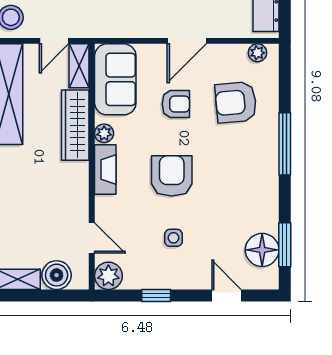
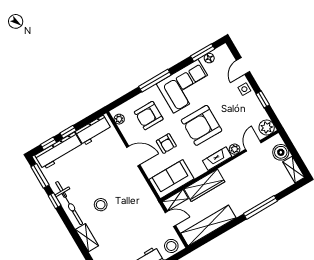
armchair: (236, 102) -> (149, 116), turned 95
armchair: (176, 104) -> (166, 144), turned 180
plant: (104, 133) -> (235, 149), moved
armchair: (172, 176) -> (202, 125), width x1.36, depth x1.36
corner sofa: (247, 187) -> (186, 86), added
side table: (173, 238) -> (244, 89), moved
floor lamp: (262, 250) -> (209, 58), width x0.53, depth x0.53

